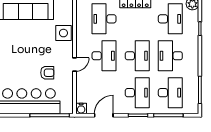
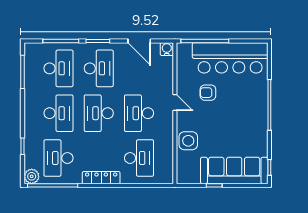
door: (74, 64) -> (175, 103), swing flipped
desk: (137, 93) -> (99, 68), turned 180
desk: (170, 93) -> (58, 68), turned 180
door: (104, 115) -> (139, 41), hinge flipped

